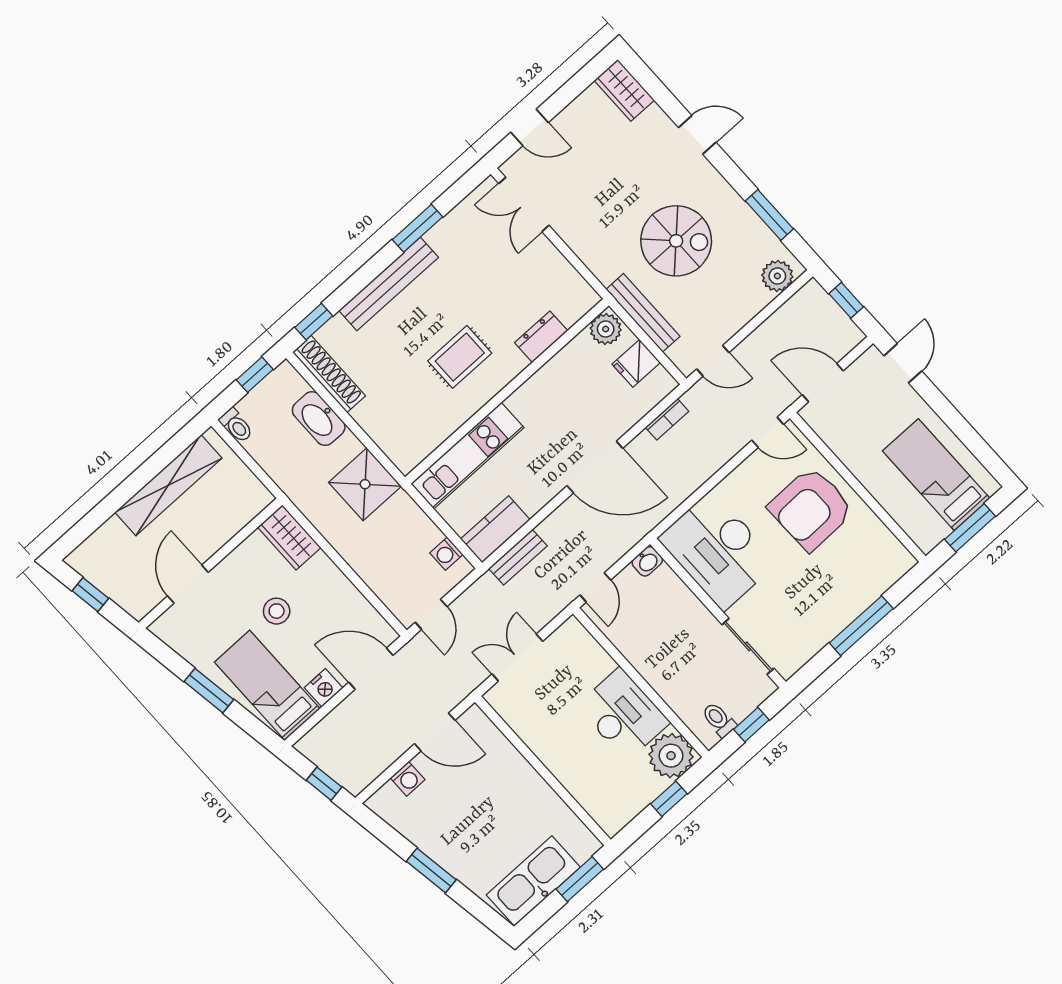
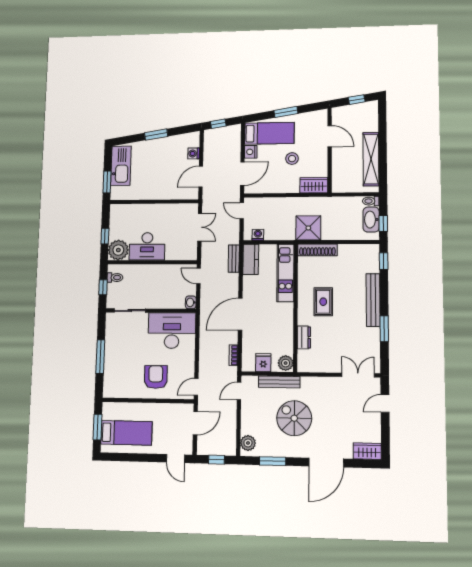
door: (697, 135) -> (326, 463), width x1.88
spiral stairs: (676, 241) -> (294, 418), turned 90
shoe rack: (329, 374) -> (317, 250), moved
washbasin: (319, 419) -> (371, 220), moved, turned -90
armchair: (811, 509) -> (156, 377), width x0.73, depth x0.73

